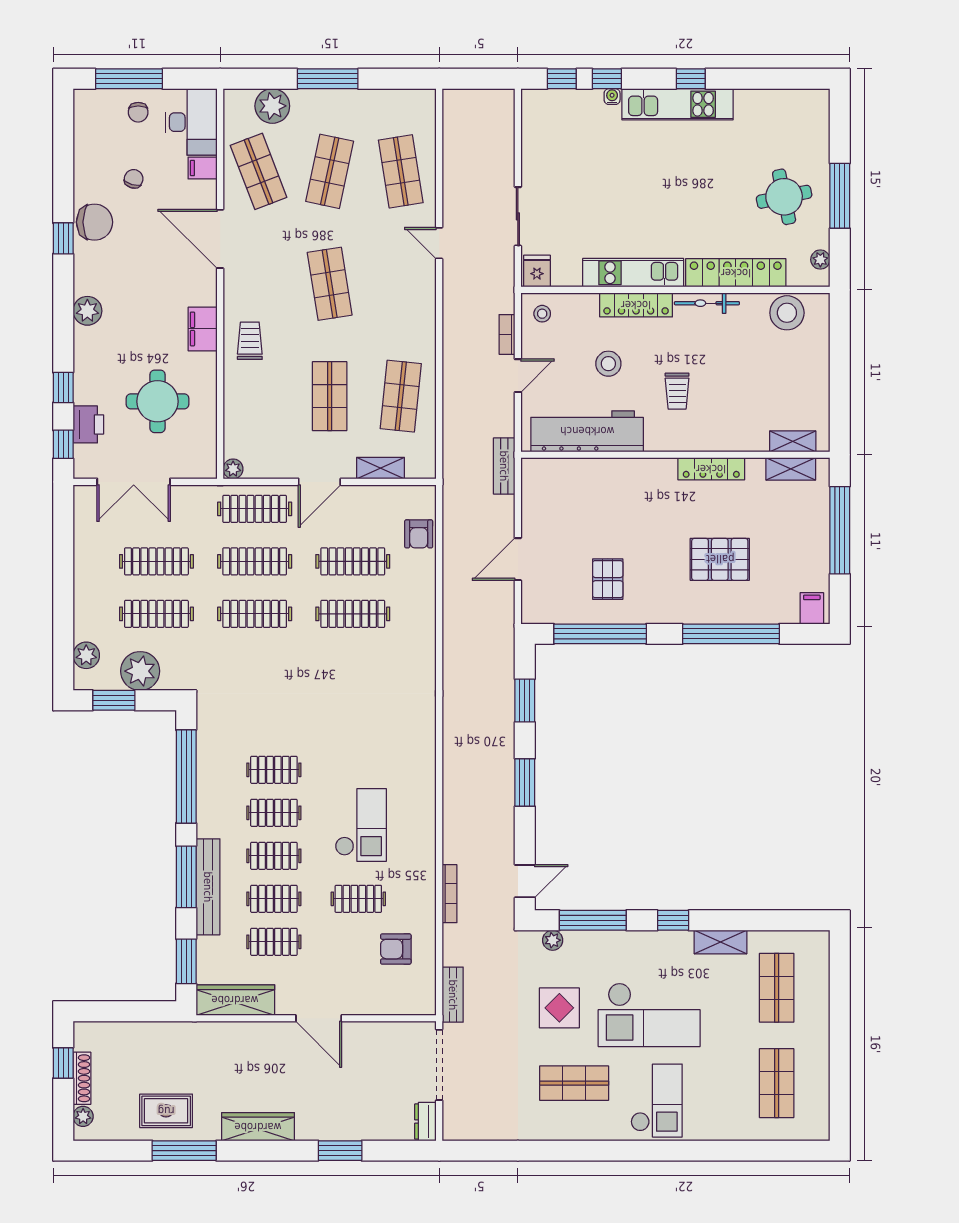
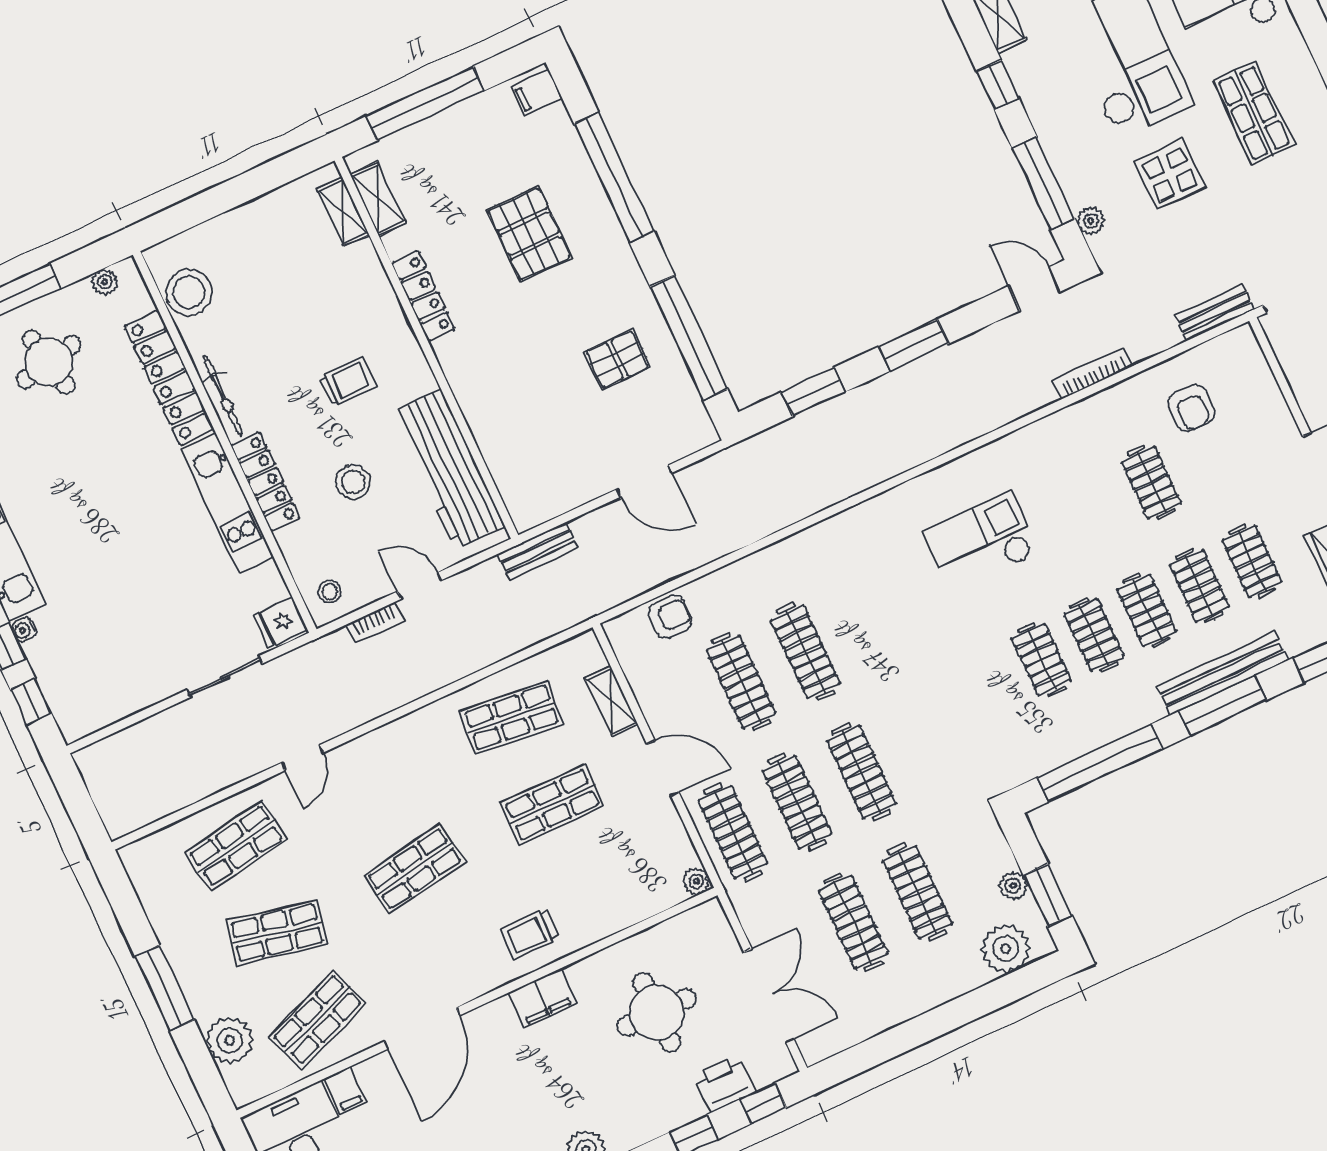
plant: (86, 655) -> (1006, 949), width x1.36, depth x1.36
plant: (140, 671) -> (1013, 886), width x0.53, depth x0.53
checkout: (361, 825) -> (982, 542), moved

